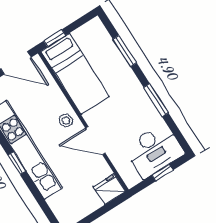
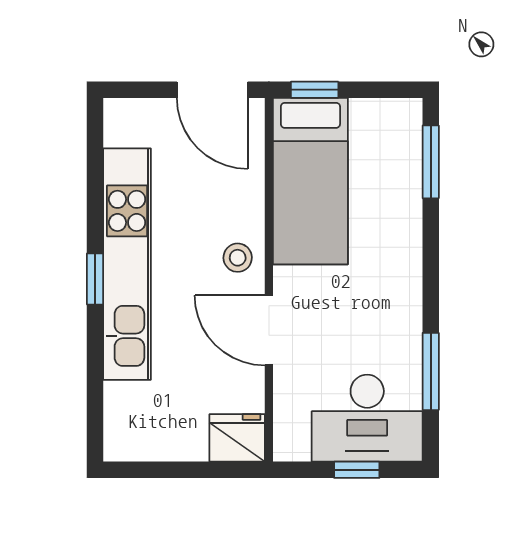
window: (125, 51) -> (431, 162), moved
window: (156, 100) -> (431, 371), moved

